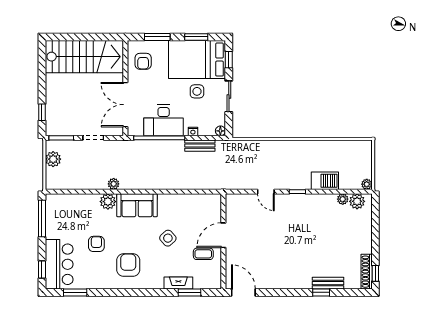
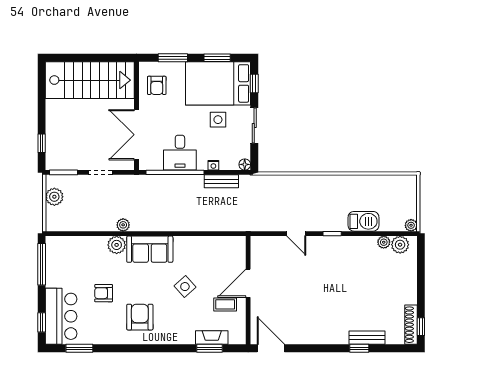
desk: (164, 120) -> (180, 153), width x0.73
armchair: (96, 244) -> (104, 293), turned -90
fireplace: (178, 283) -> (212, 338), moved

